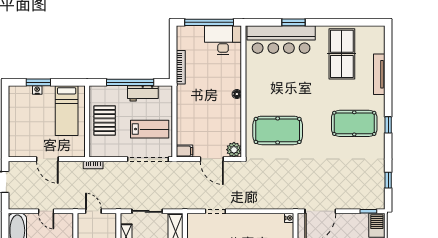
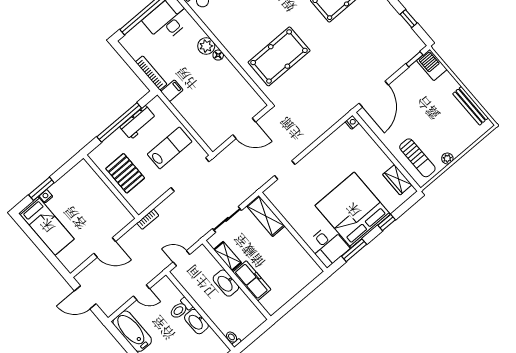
bed: (67, 111) -> (47, 226), moved
plant: (234, 150) -> (206, 46), moved
filing cabinet: (185, 151) -> (172, 91), moved

